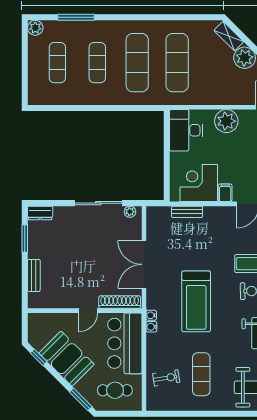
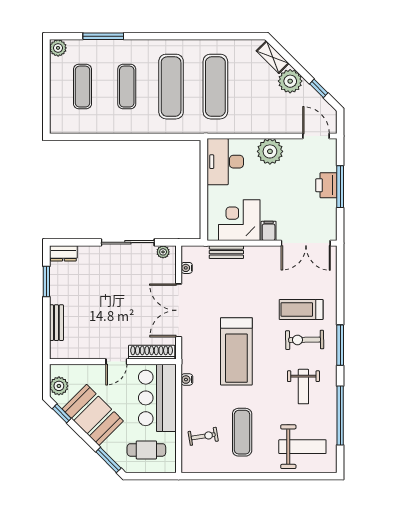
water cooler: (151, 315) -> (187, 268), moved
plant: (36, 333) -> (59, 386), added

